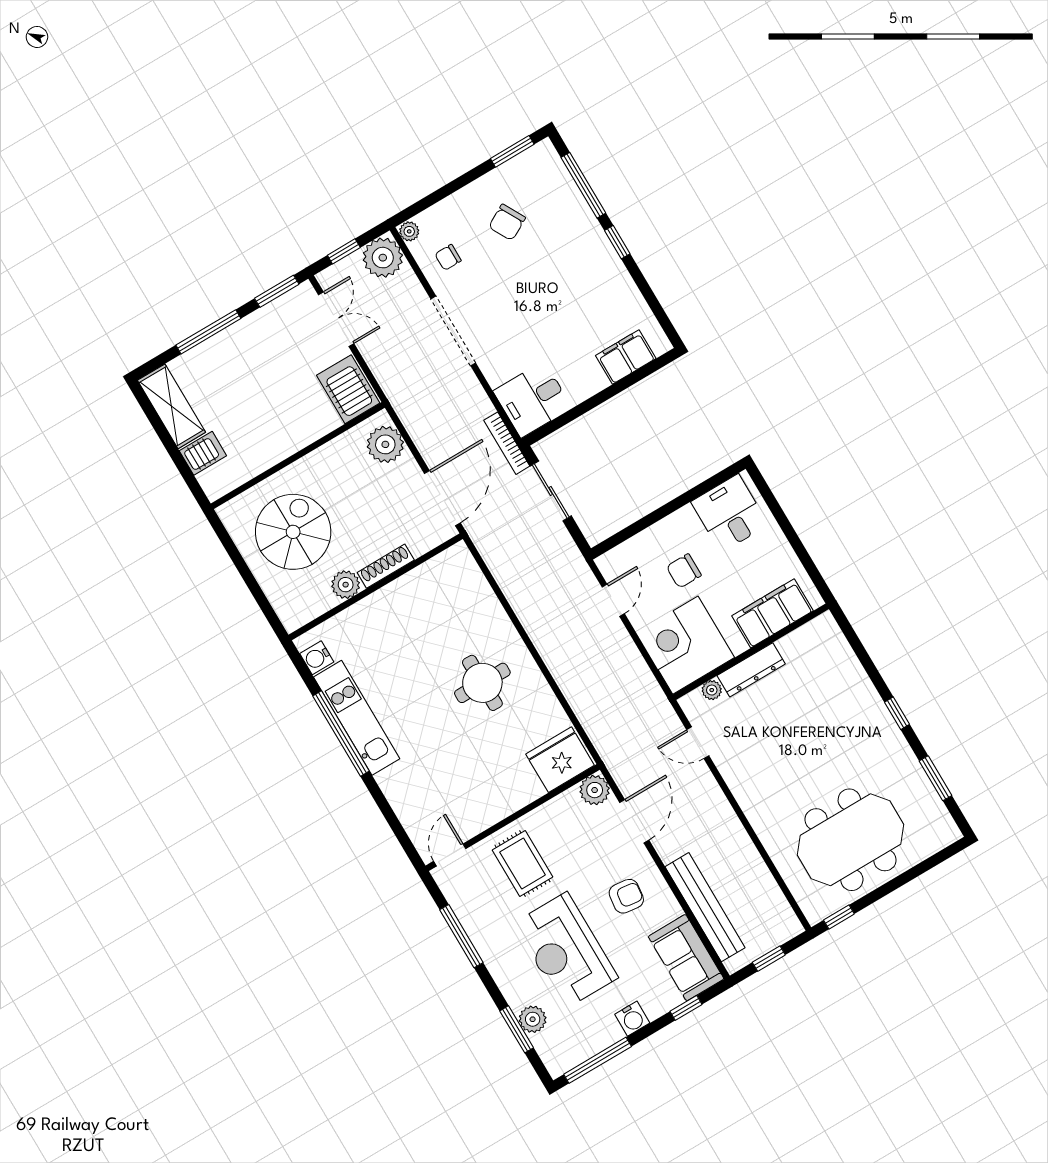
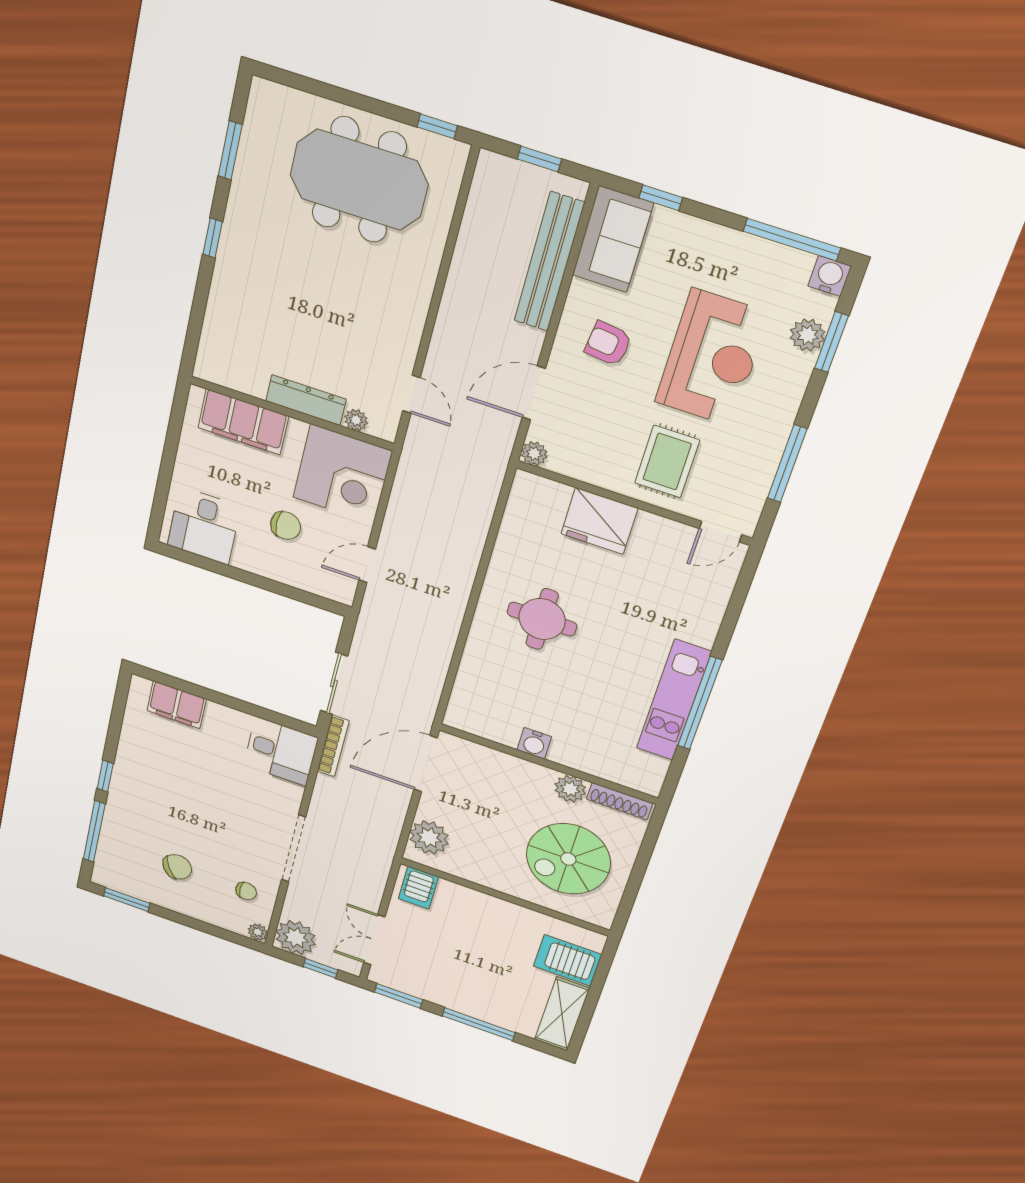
server rack: (348, 389) -> (418, 888), width x0.73, depth x0.70
server rack: (203, 453) -> (567, 960), width x1.36, depth x1.44
shoe rack: (386, 566) -> (620, 801), moved
water cooler: (317, 658) -> (534, 743), moved, turned 90
fridge: (560, 760) -> (599, 521), moved
plant: (595, 790) -> (534, 454), width x0.73, depth x0.73
water cooler: (632, 1019) -> (830, 276), moved

